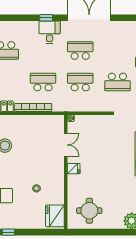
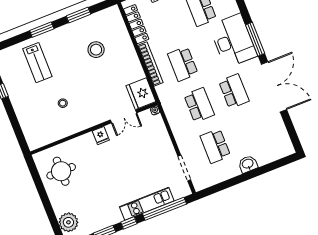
window: (46, 18) -> (255, 39), width x2.17
desk: (50, 32) -> (233, 41), width x1.87, depth x1.30
school desk: (43, 82) -> (183, 64), turned 180
fridge: (55, 216) -> (141, 94), moved, turned -90

